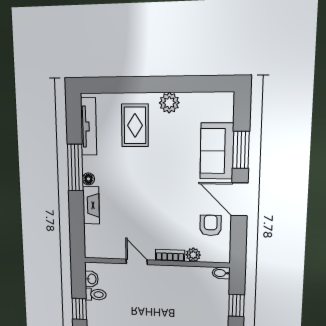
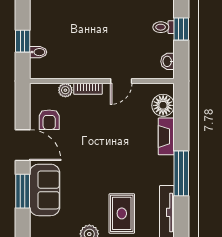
floor lamp: (88, 179) -> (163, 105), moved, width x1.89, depth x1.89
door: (137, 262) -> (121, 81), hinge flipped
bidet: (221, 273) -> (38, 52), moved
toilet: (96, 294) -> (164, 27), moved

